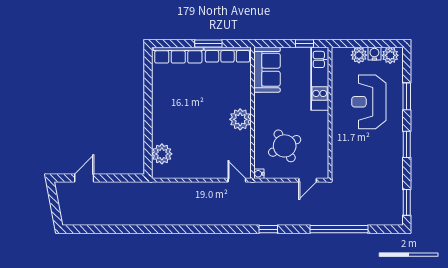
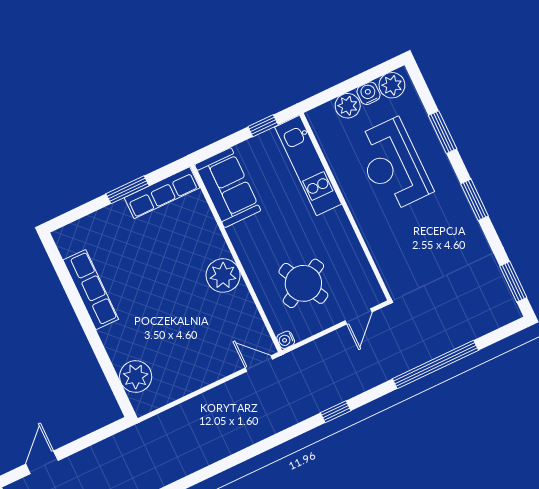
row of seats: (178, 55) -> (91, 290), moved, turned -90

